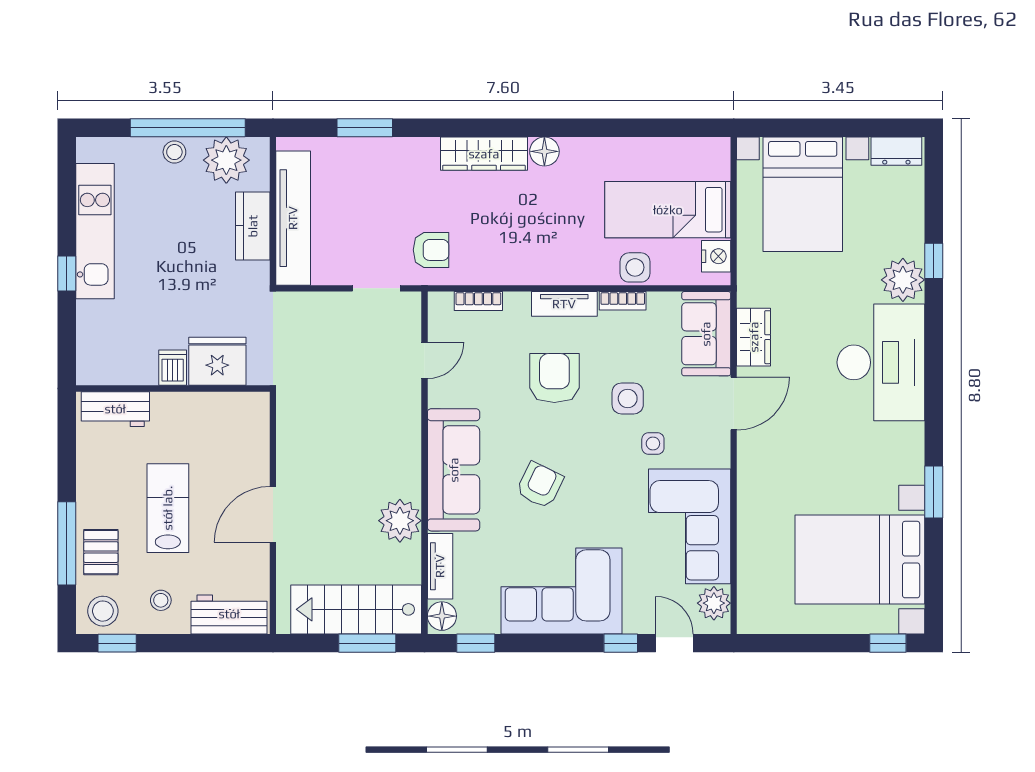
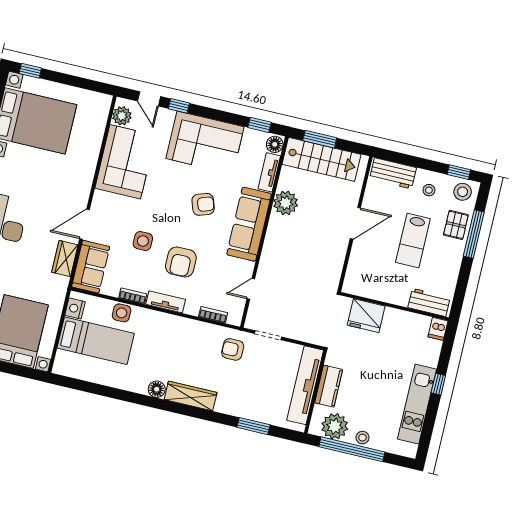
dishwasher: (173, 368) -> (438, 329), moved
side table: (653, 443) -> (135, 213), removed
armchair: (540, 485) -> (203, 204), turned -135

